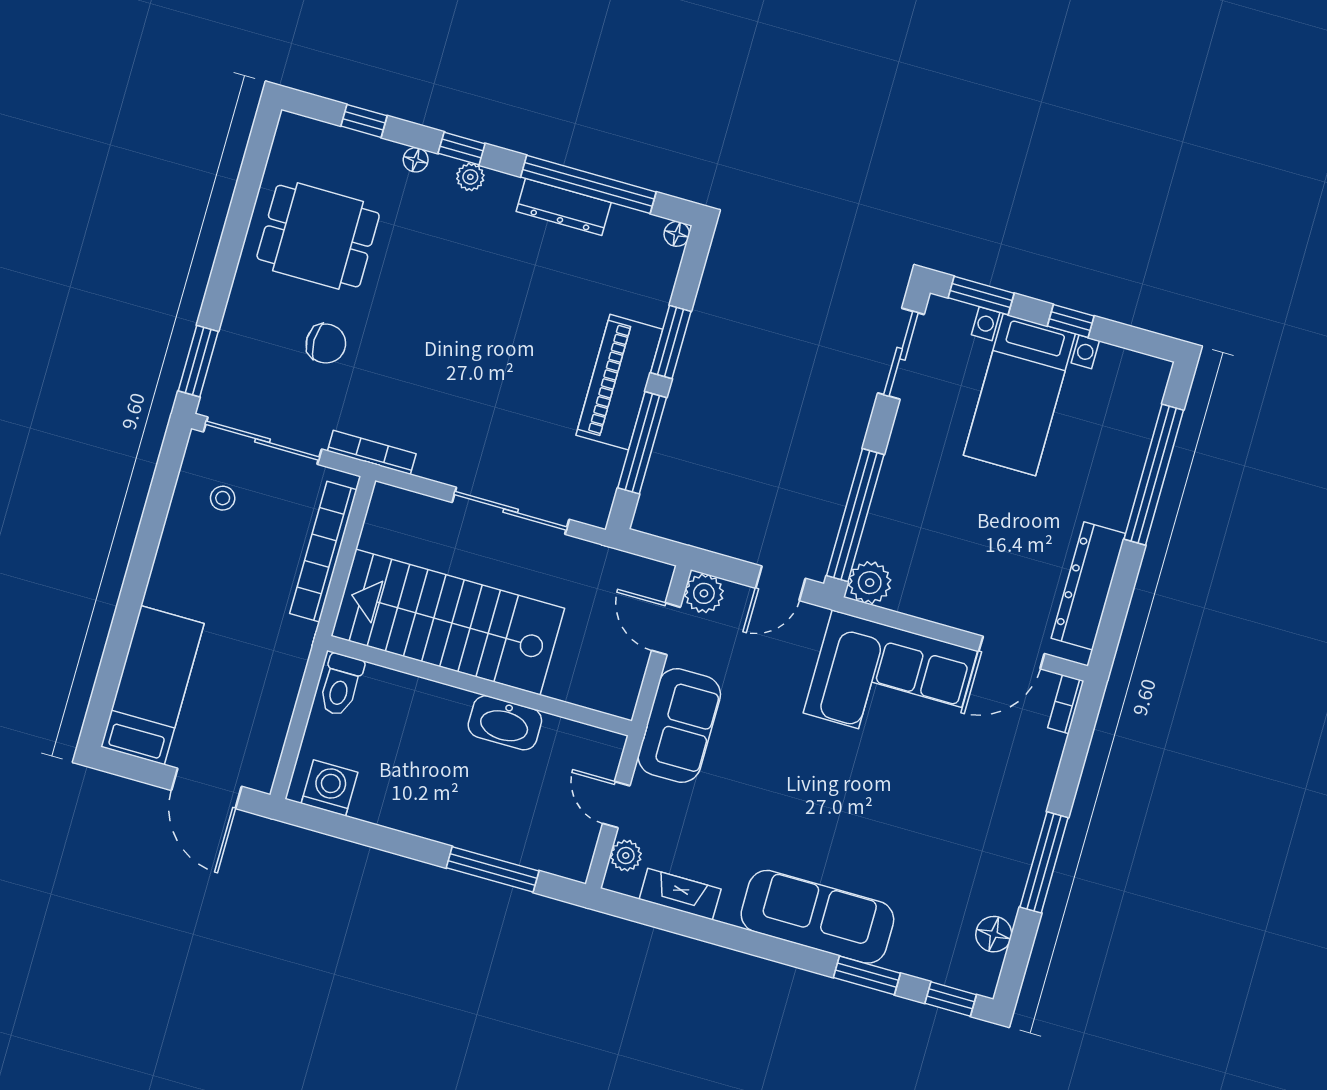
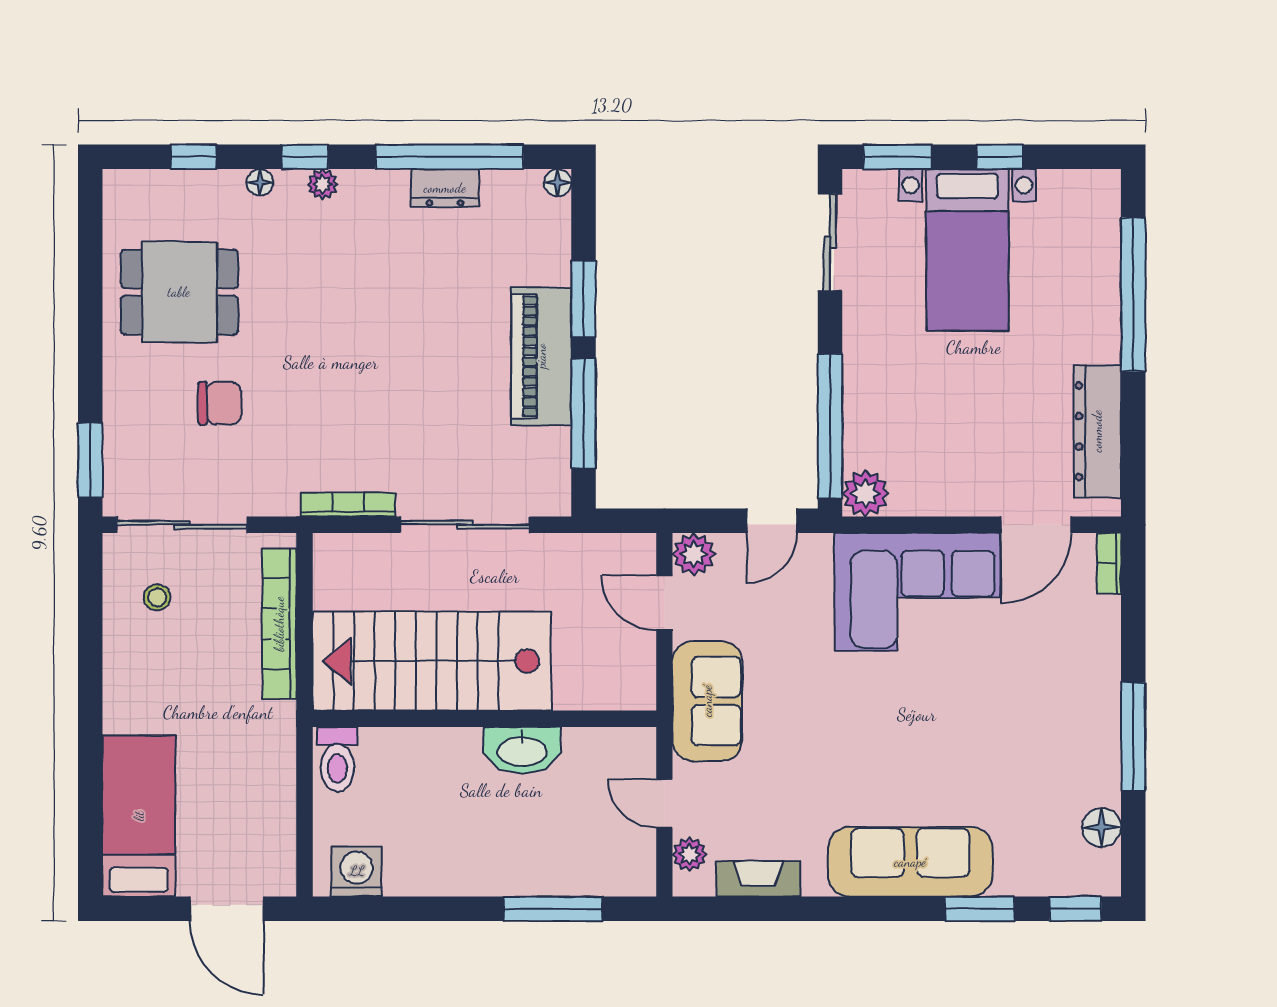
dresser: (564, 207) -> (445, 188), width x0.70
bookcase: (372, 452) -> (348, 505), moved

